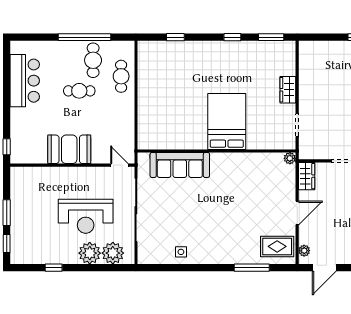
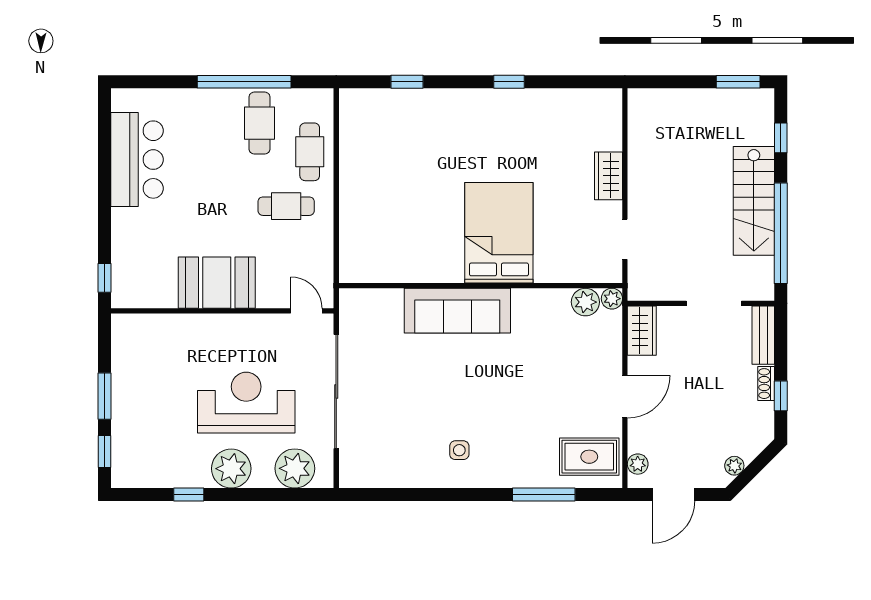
window: (271, 37) -> (578, 82), removed
cafe table: (79, 91) -> (286, 206), moved
plant: (275, 160) -> (585, 302), added
sofa: (180, 165) -> (457, 311), moved
reception desk: (86, 216) -> (246, 403), turned 180
side table: (181, 252) -> (459, 450), moved
plant: (90, 253) -> (231, 469), moved

